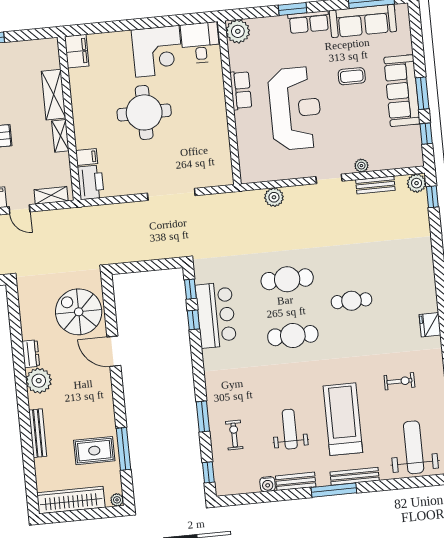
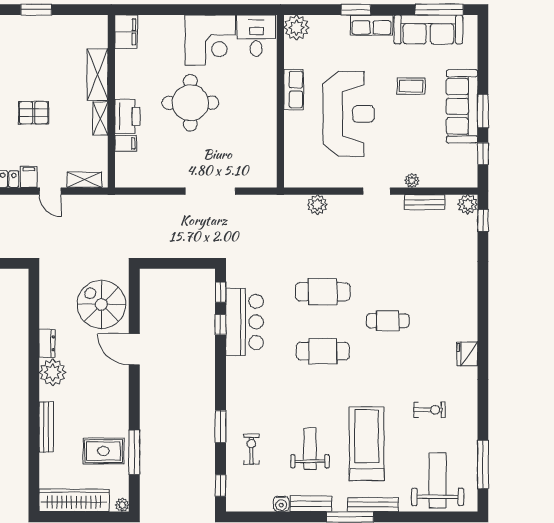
printer: (91, 182) -> (127, 117), moved

